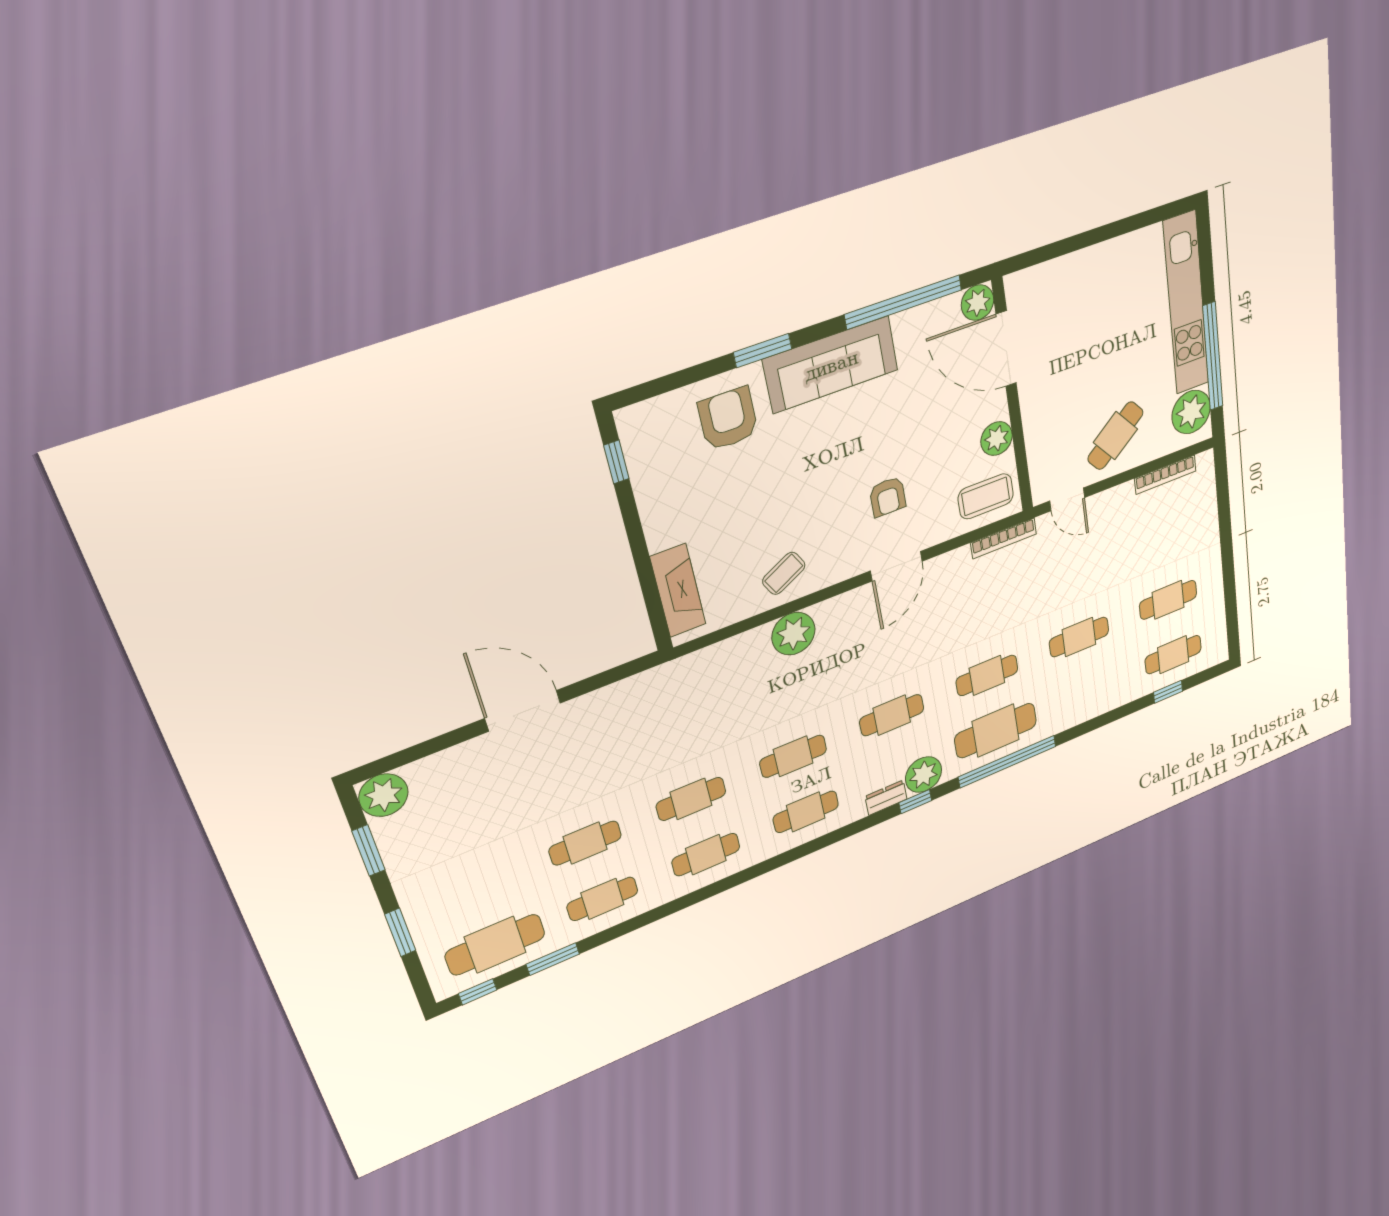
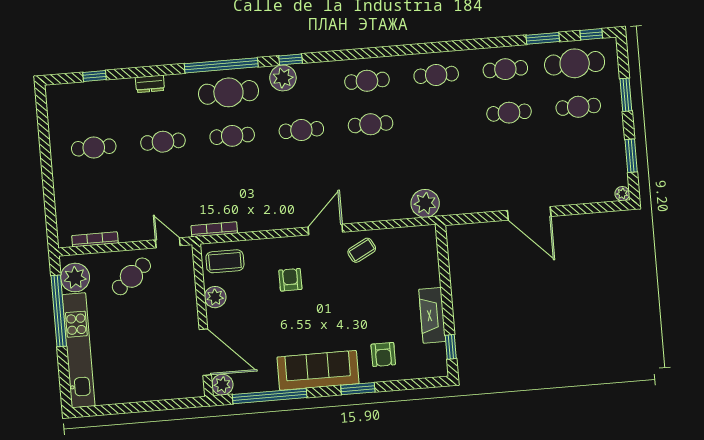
armchair: (728, 419) -> (383, 354), width x0.72, depth x0.72
door: (896, 566) -> (325, 230), moved
fireplace: (678, 591) -> (432, 315), moved
plant: (793, 634) -> (425, 203), moved
cafe table: (1173, 655) -> (90, 104), removed
plant: (383, 795) -> (622, 194), width x0.53, depth x0.53
dresser: (886, 798) -> (150, 84), moved
cafe table: (691, 799) -> (578, 107), moved

